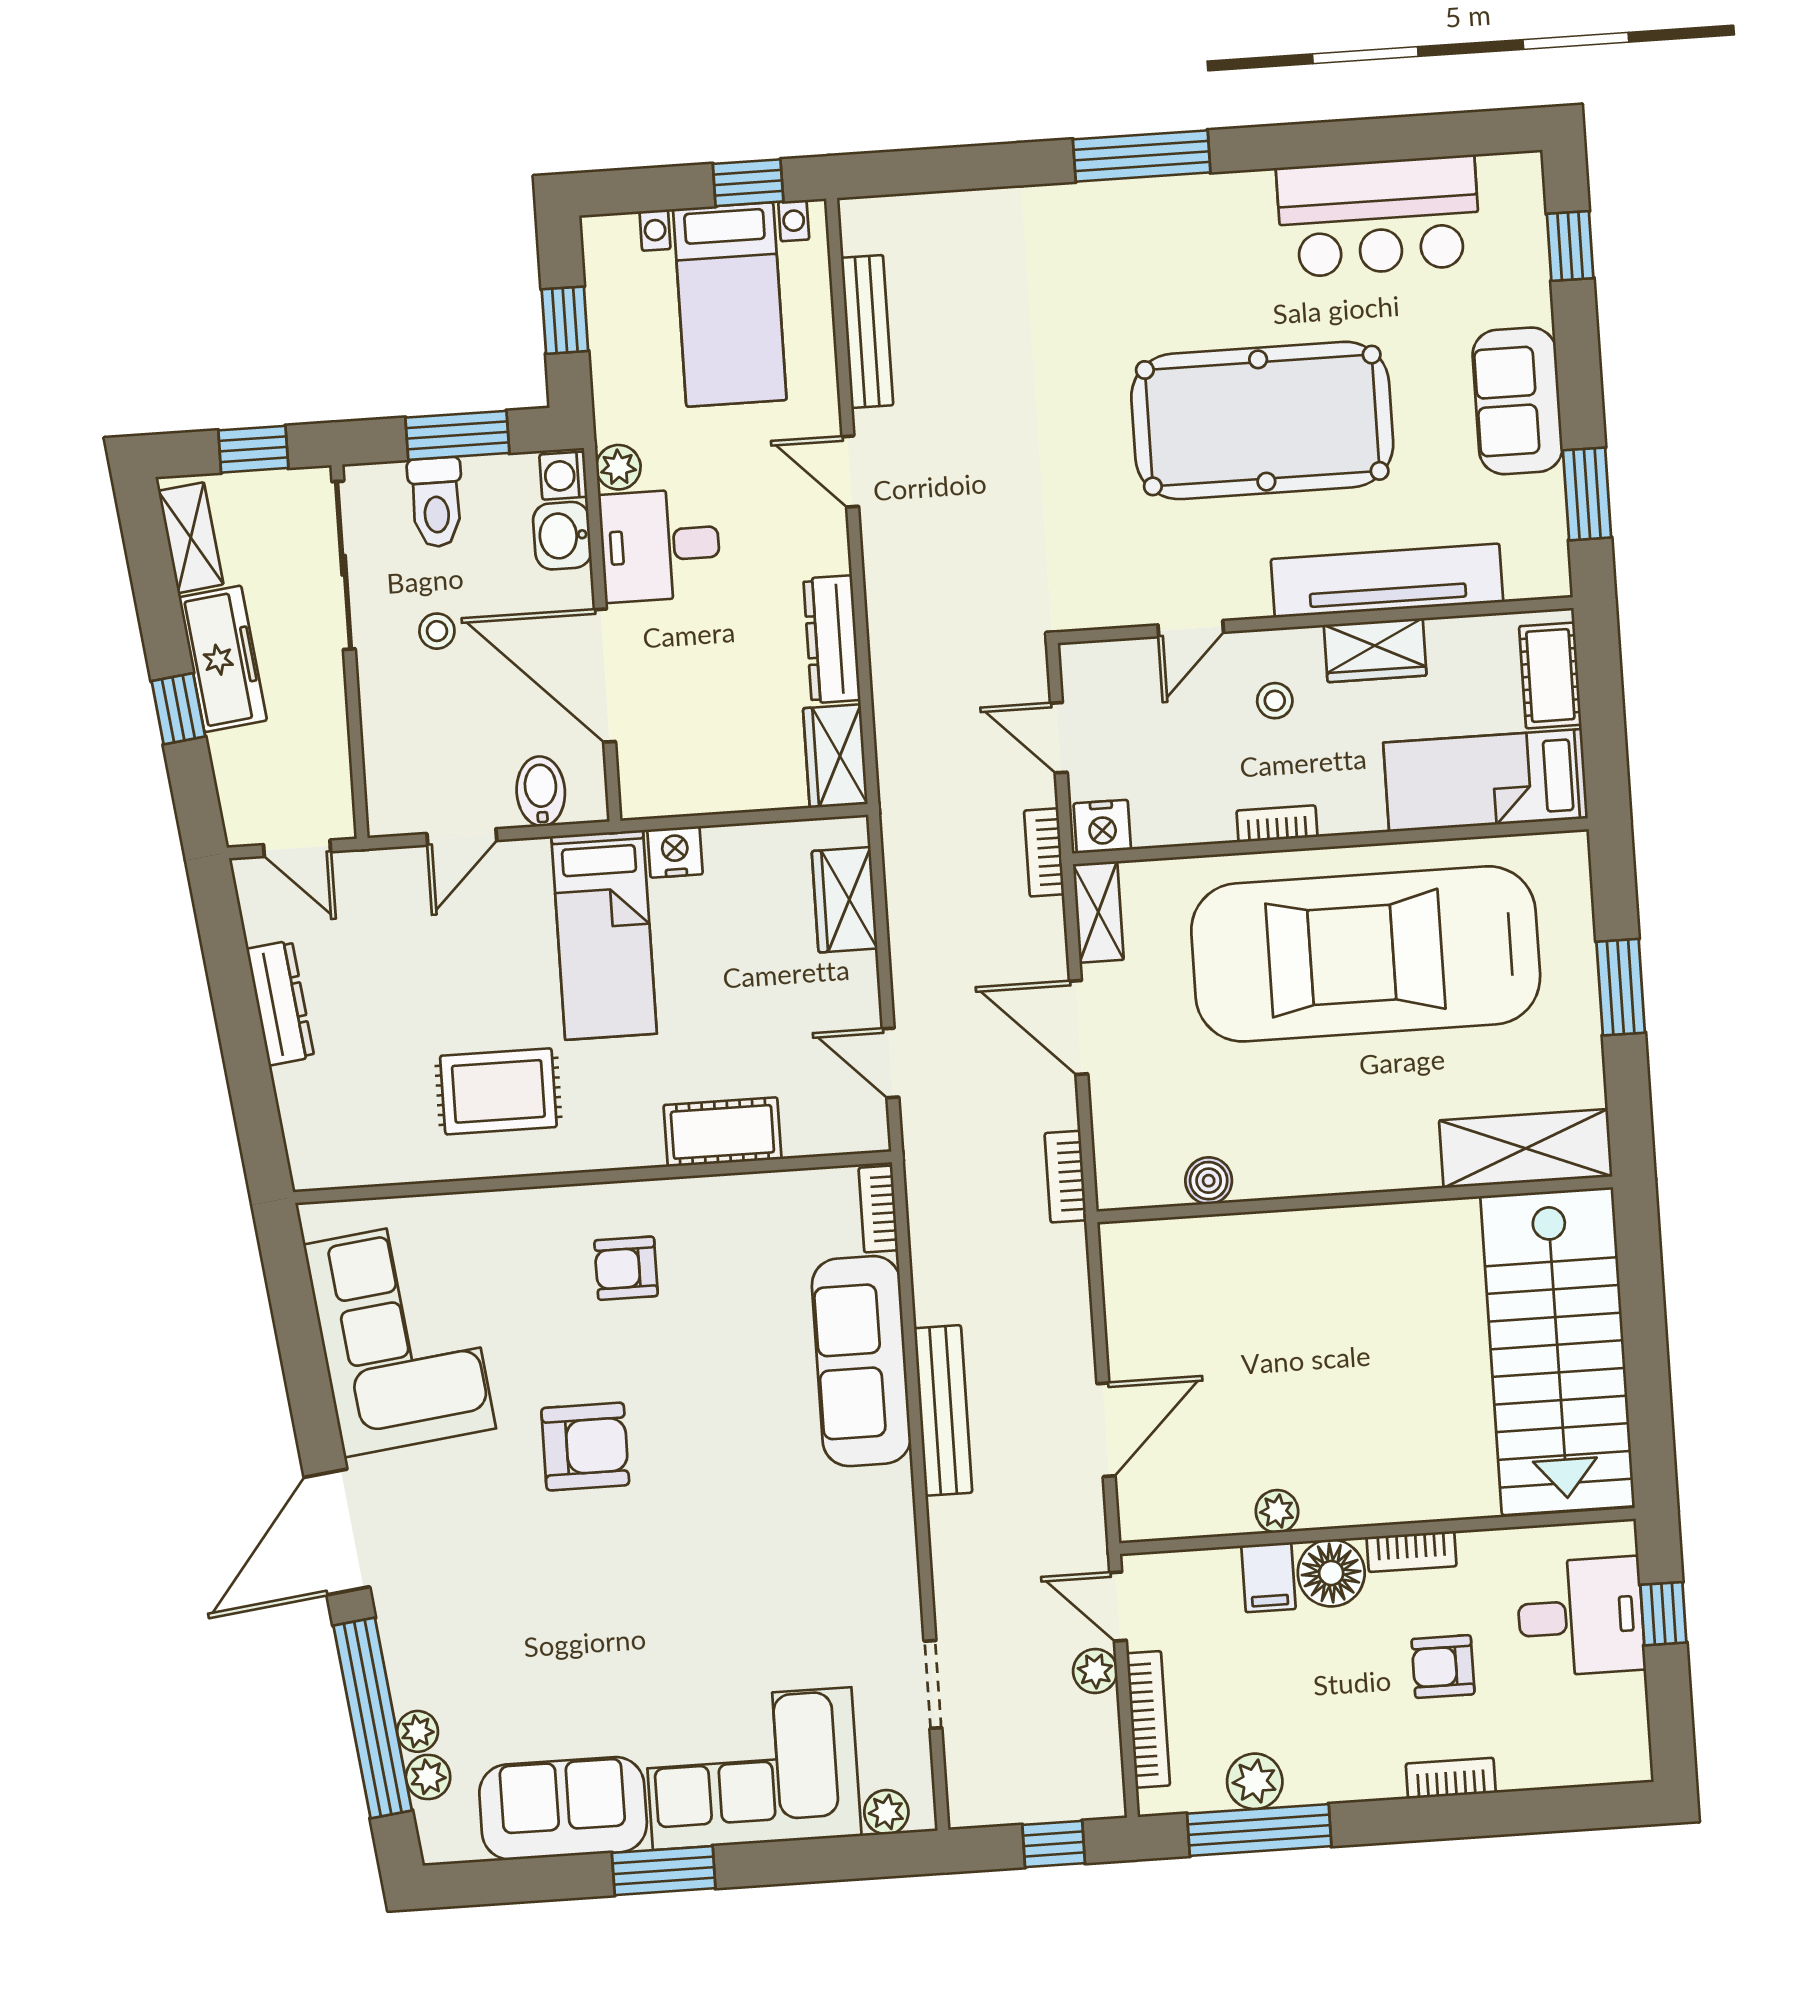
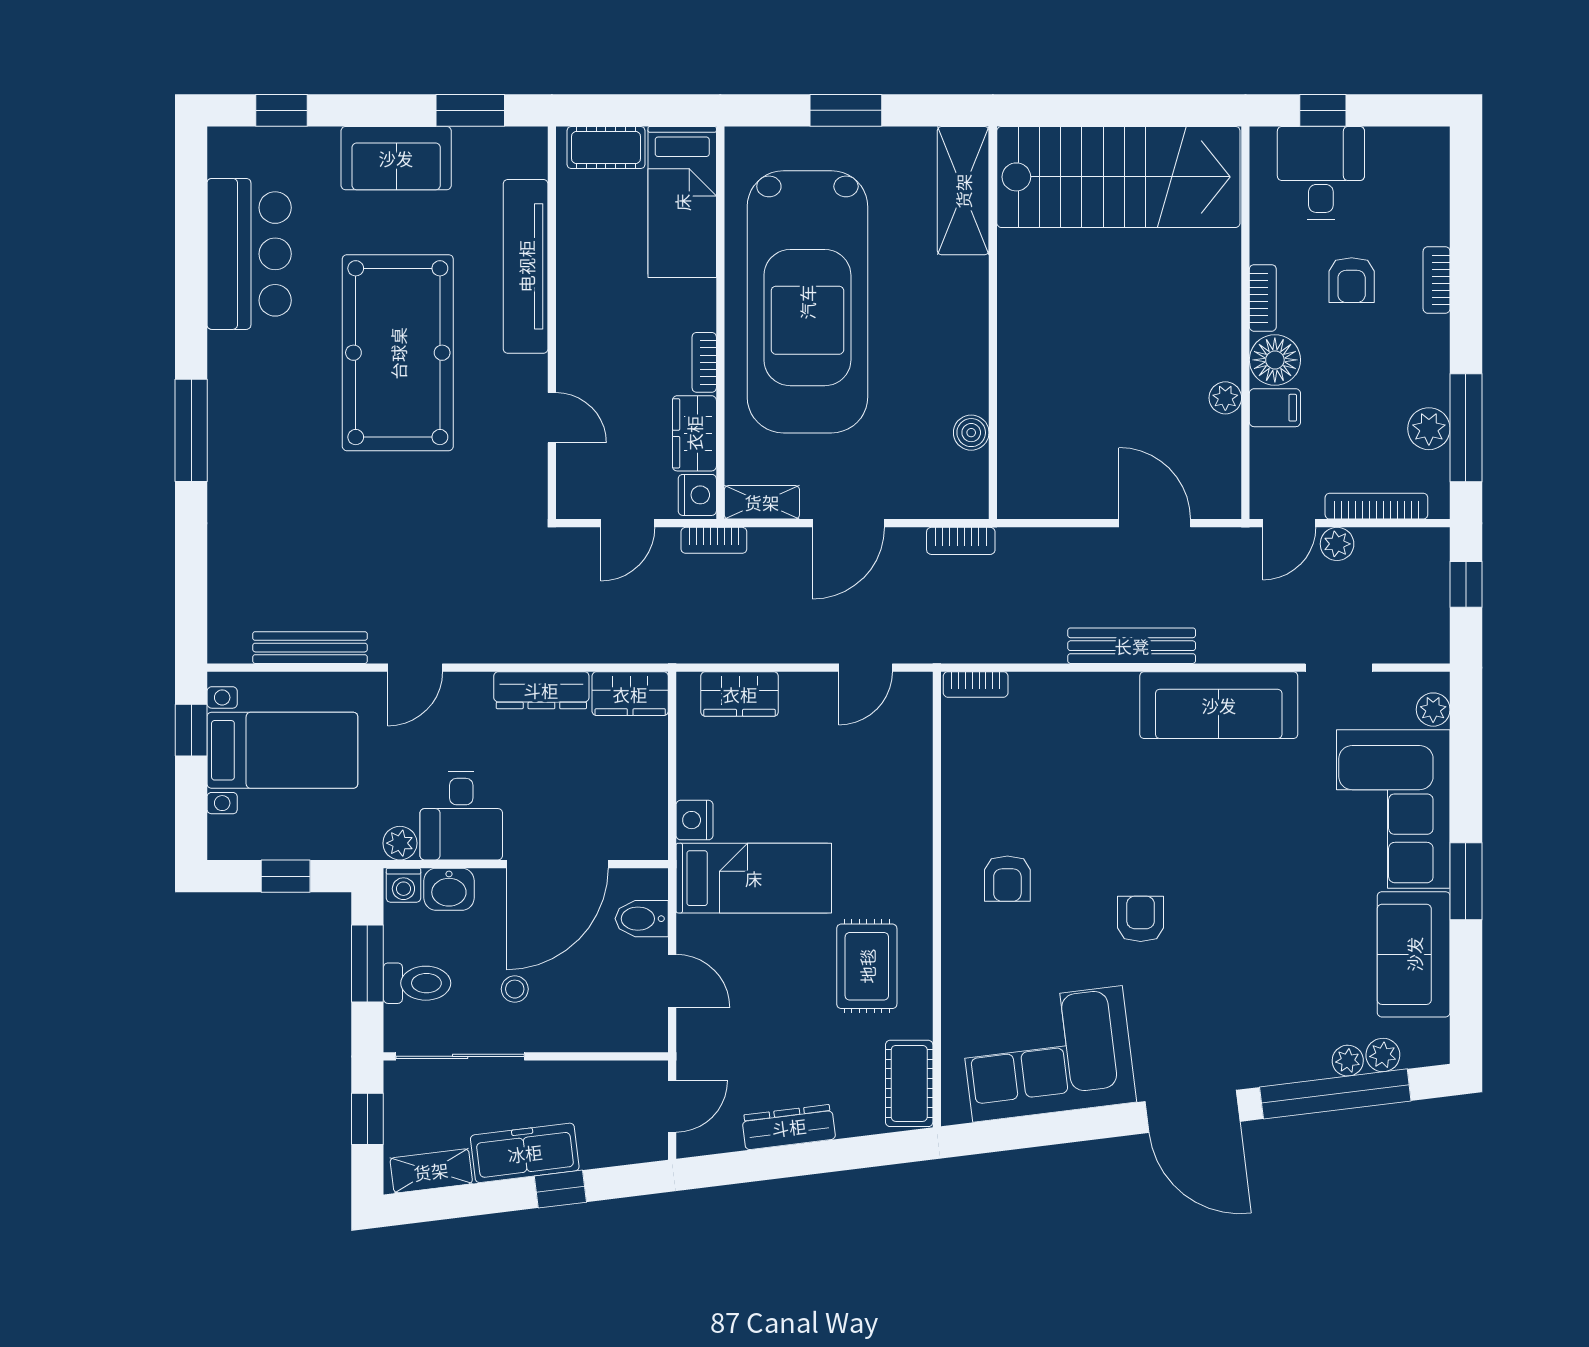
wardrobe: (1375, 650) -> (694, 433), moved, turned 180
stool: (1275, 701) -> (611, 358), removed
cot: (722, 1132) -> (909, 1083), moved
sofa: (861, 1361) -> (1219, 705), moved
armchair: (585, 1447) -> (1141, 919), width x0.72, depth x0.72

